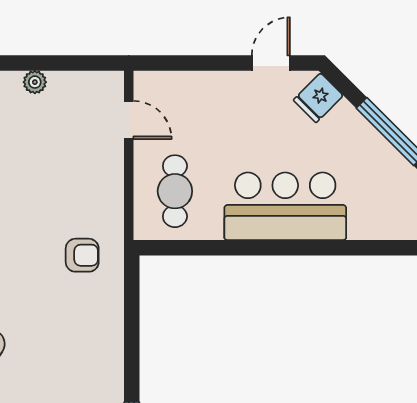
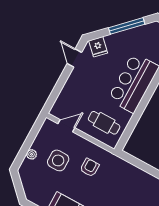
side table: (51, 141) -> (58, 160), added
armchair: (82, 255) -> (90, 168), moved

